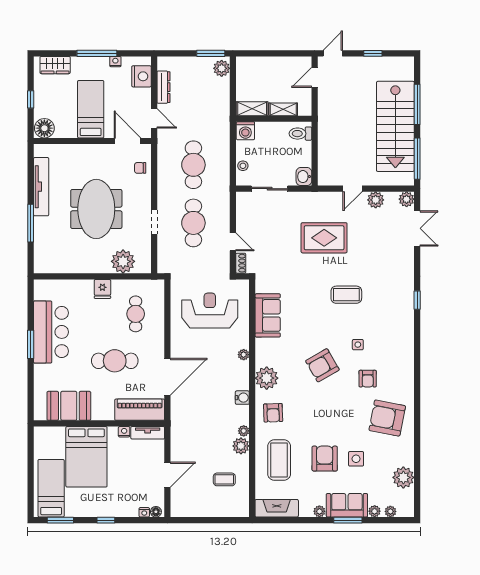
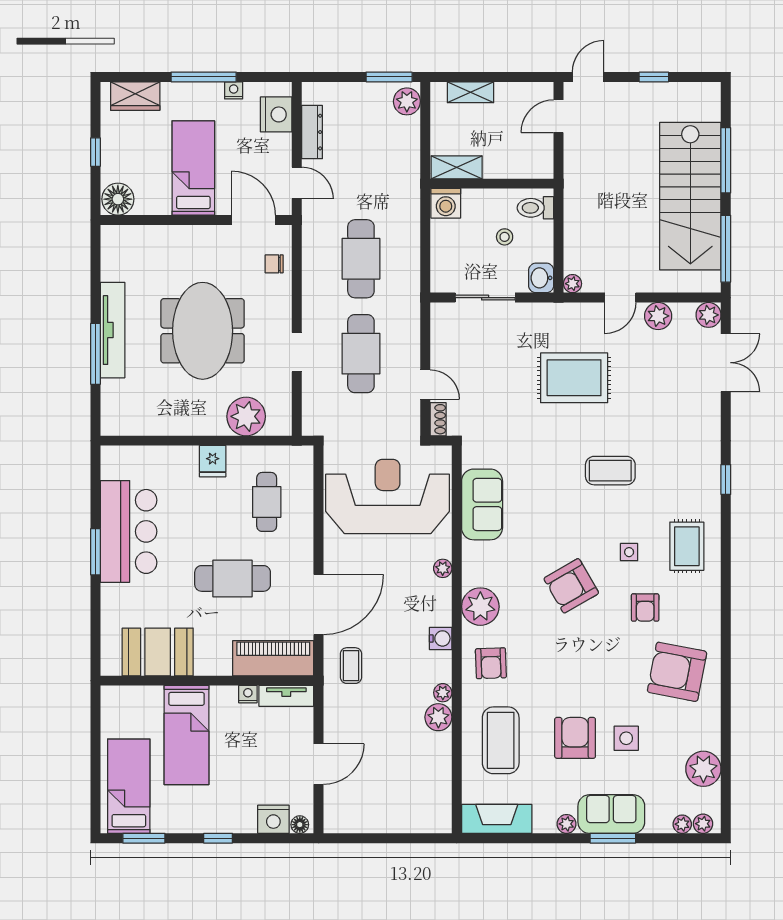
shelving: (283, 109) -> (471, 92), moved
stool: (243, 166) -> (505, 237), moved
plant: (323, 180) -> (572, 284), added
tv unit: (41, 187) -> (113, 330), moved
reception desk: (210, 311) -> (388, 496), width x1.36, depth x1.30
rug: (393, 341) -> (687, 546), added
bed: (86, 457) -> (186, 735), width x0.67
coffee table: (224, 479) -> (351, 666), moved, turned 90
plant: (375, 511) -> (703, 824), moved
nightstand: (144, 512) -> (273, 819), width x1.89, depth x1.79

